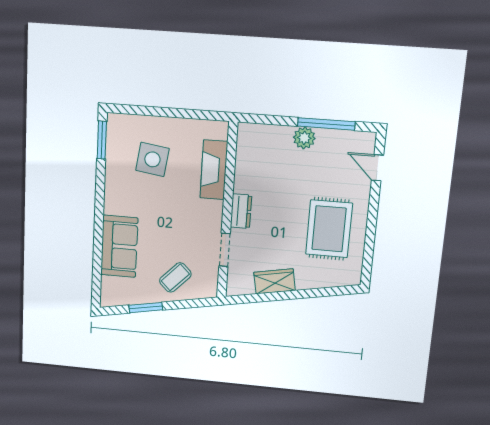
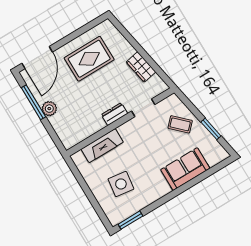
door: (377, 168) -> (37, 58), width x1.87

